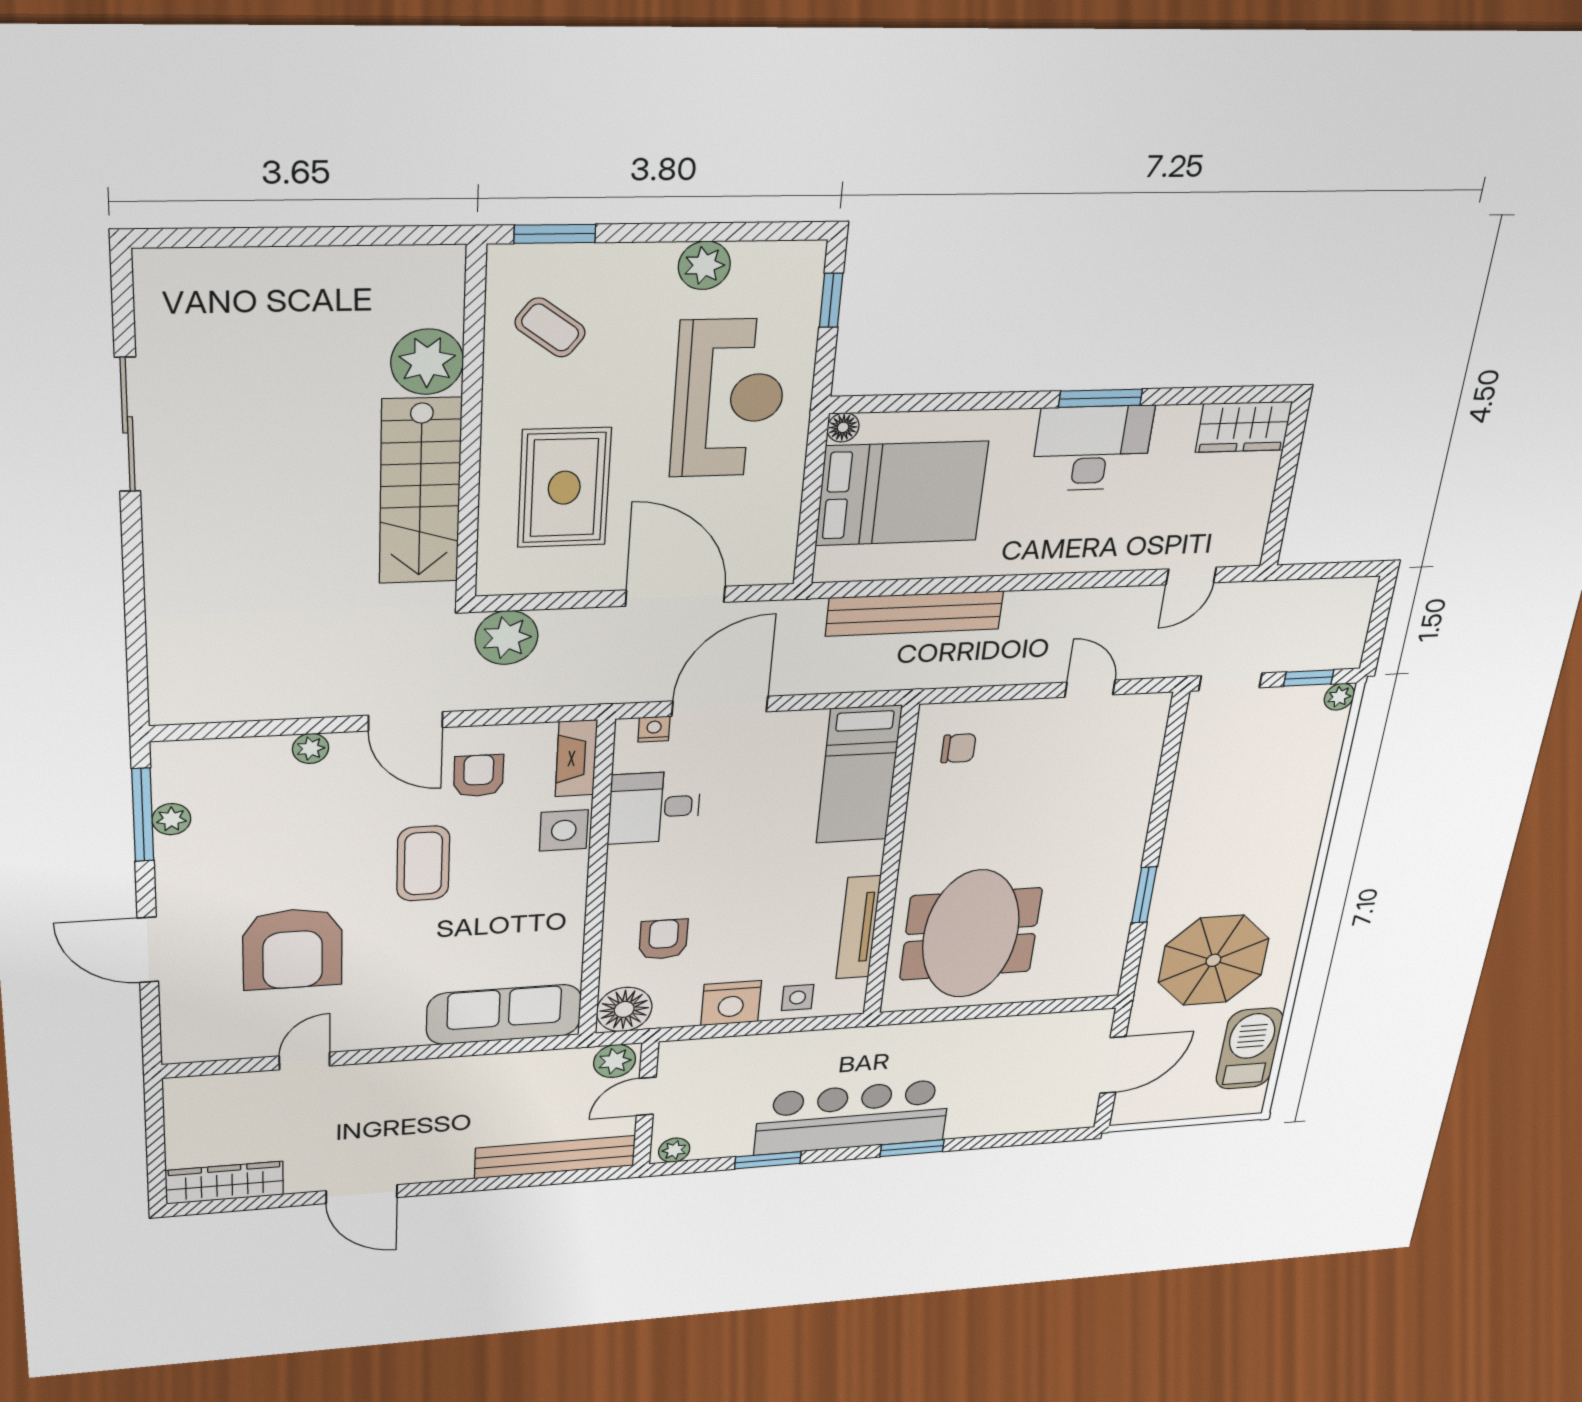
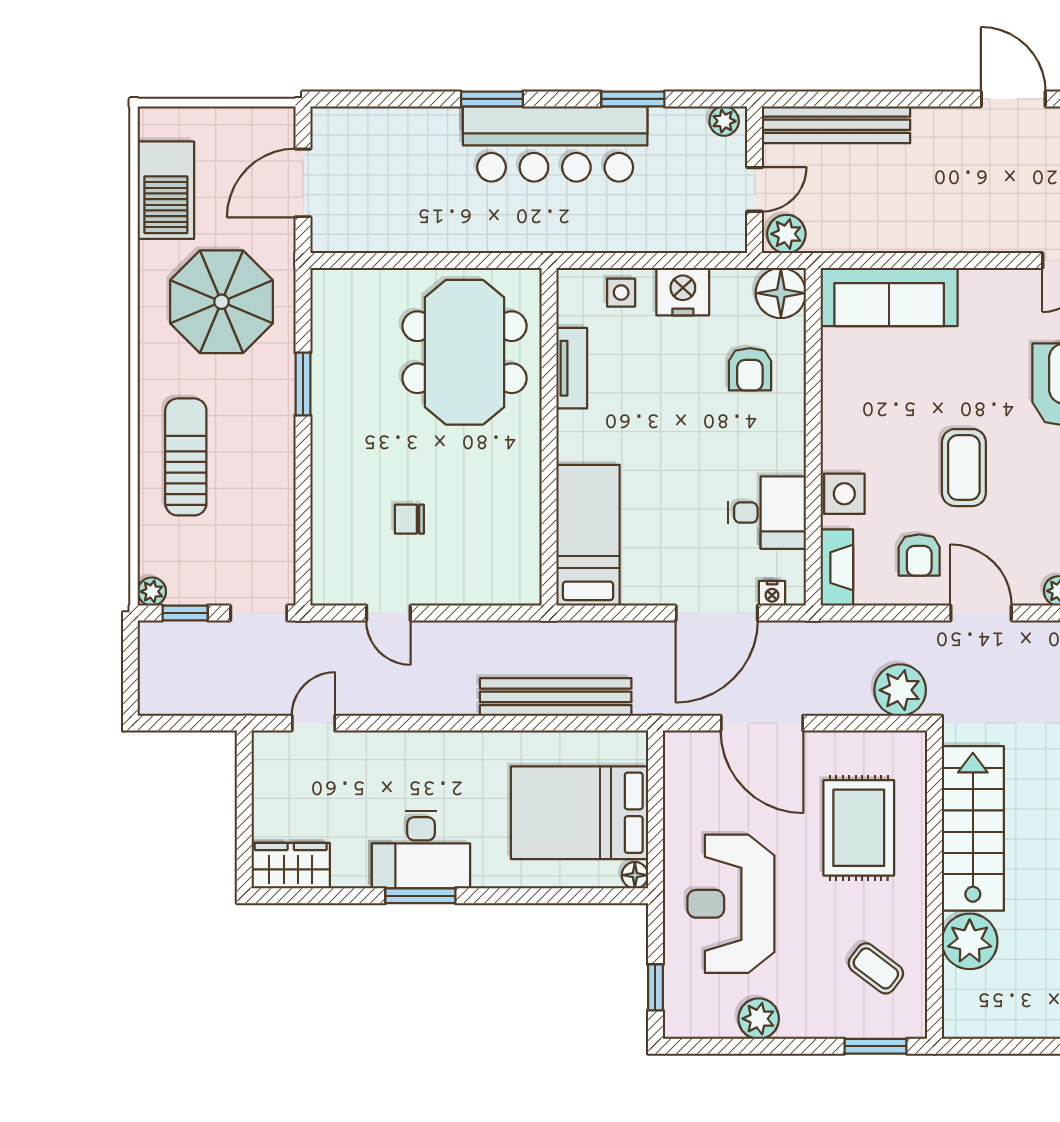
chair: (958, 748) -> (409, 519), moved
sun lounger: (1278, 823) -> (186, 457), added
tv unit: (858, 927) -> (572, 368), width x0.71

